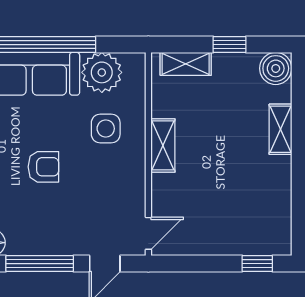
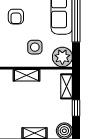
plant: (102, 72) -> (62, 57), moved

